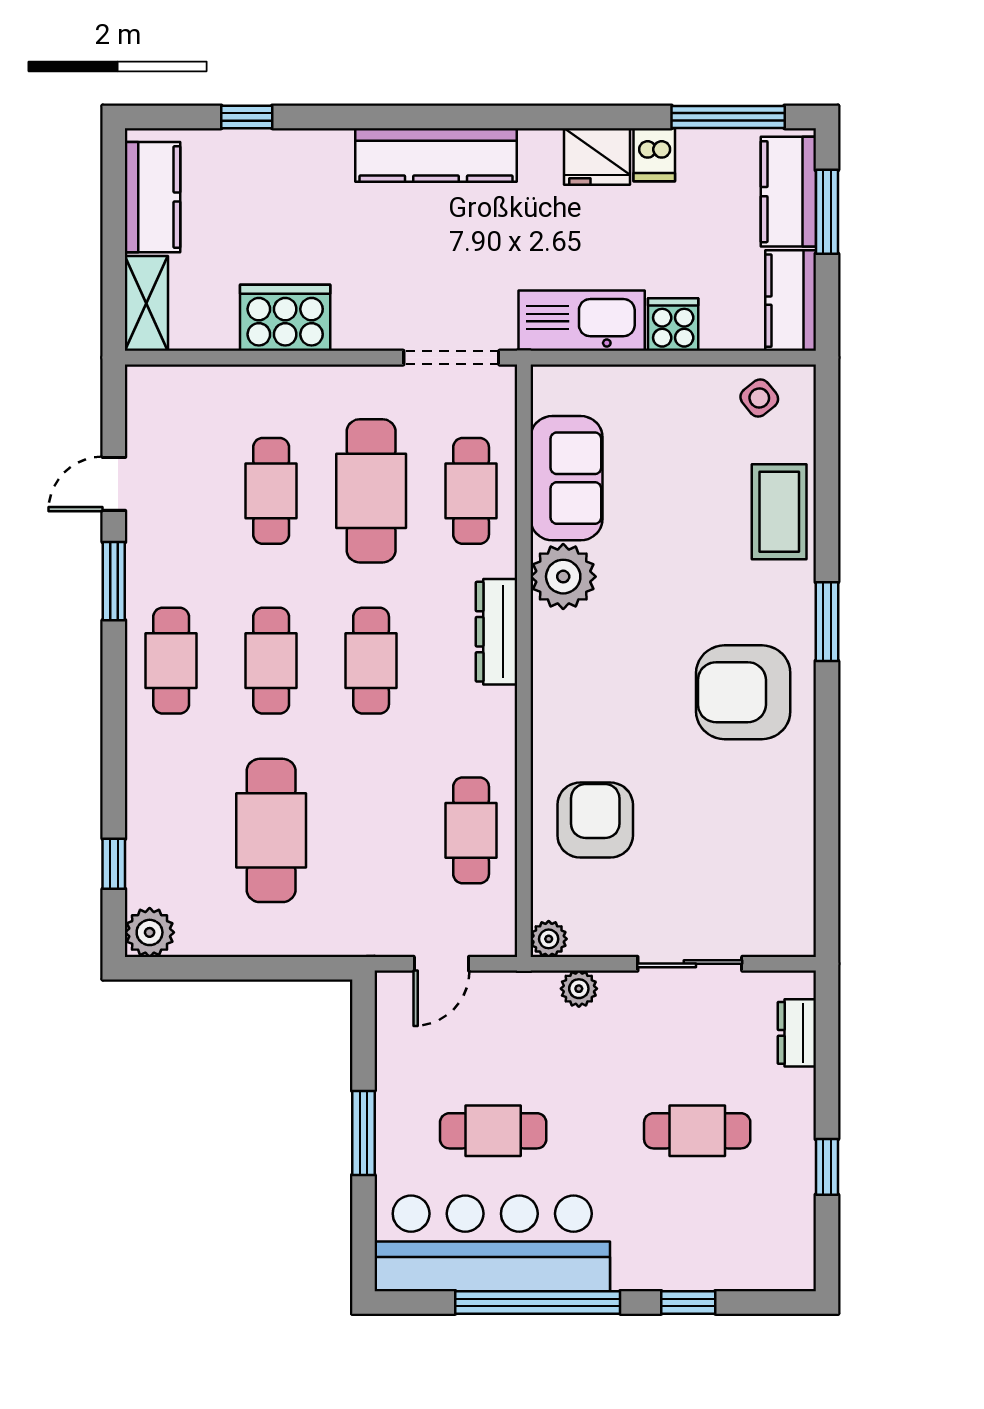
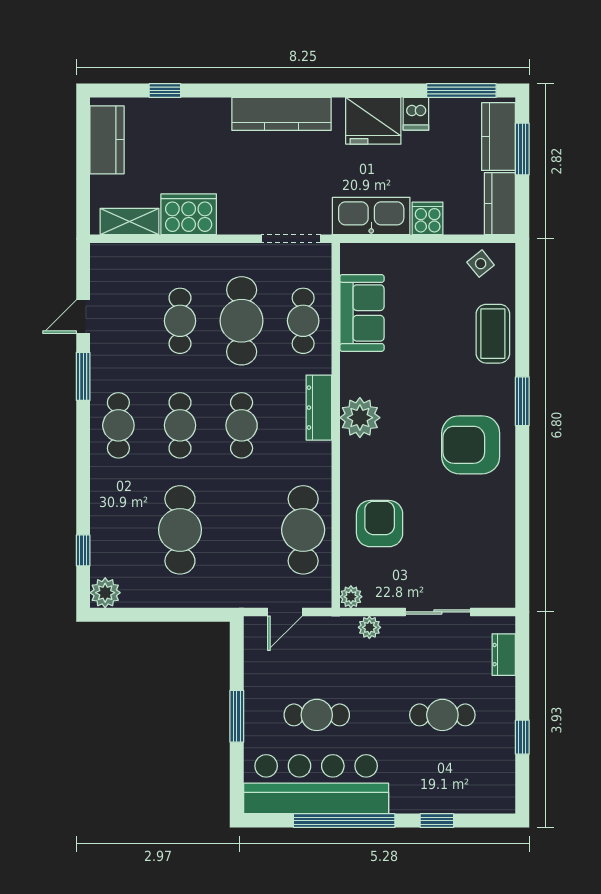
fridge: (597, 156) -> (373, 121), width x1.36, depth x1.34
shelving: (146, 303) -> (130, 221), moved, turned 90
plant: (563, 577) -> (360, 418), moved
cafe table: (471, 830) -> (303, 530), width x1.37, depth x1.35

